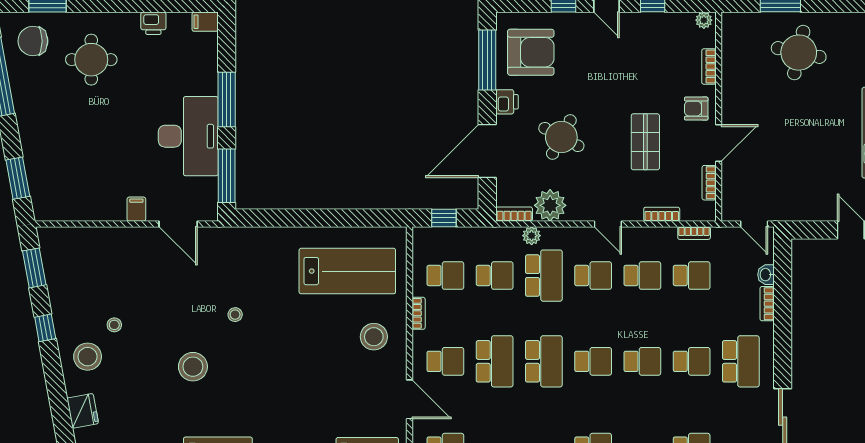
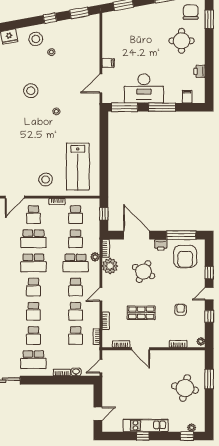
filing cabinet: (205, 22) -> (187, 97), moved
armchair: (696, 109) -> (181, 310), moved

